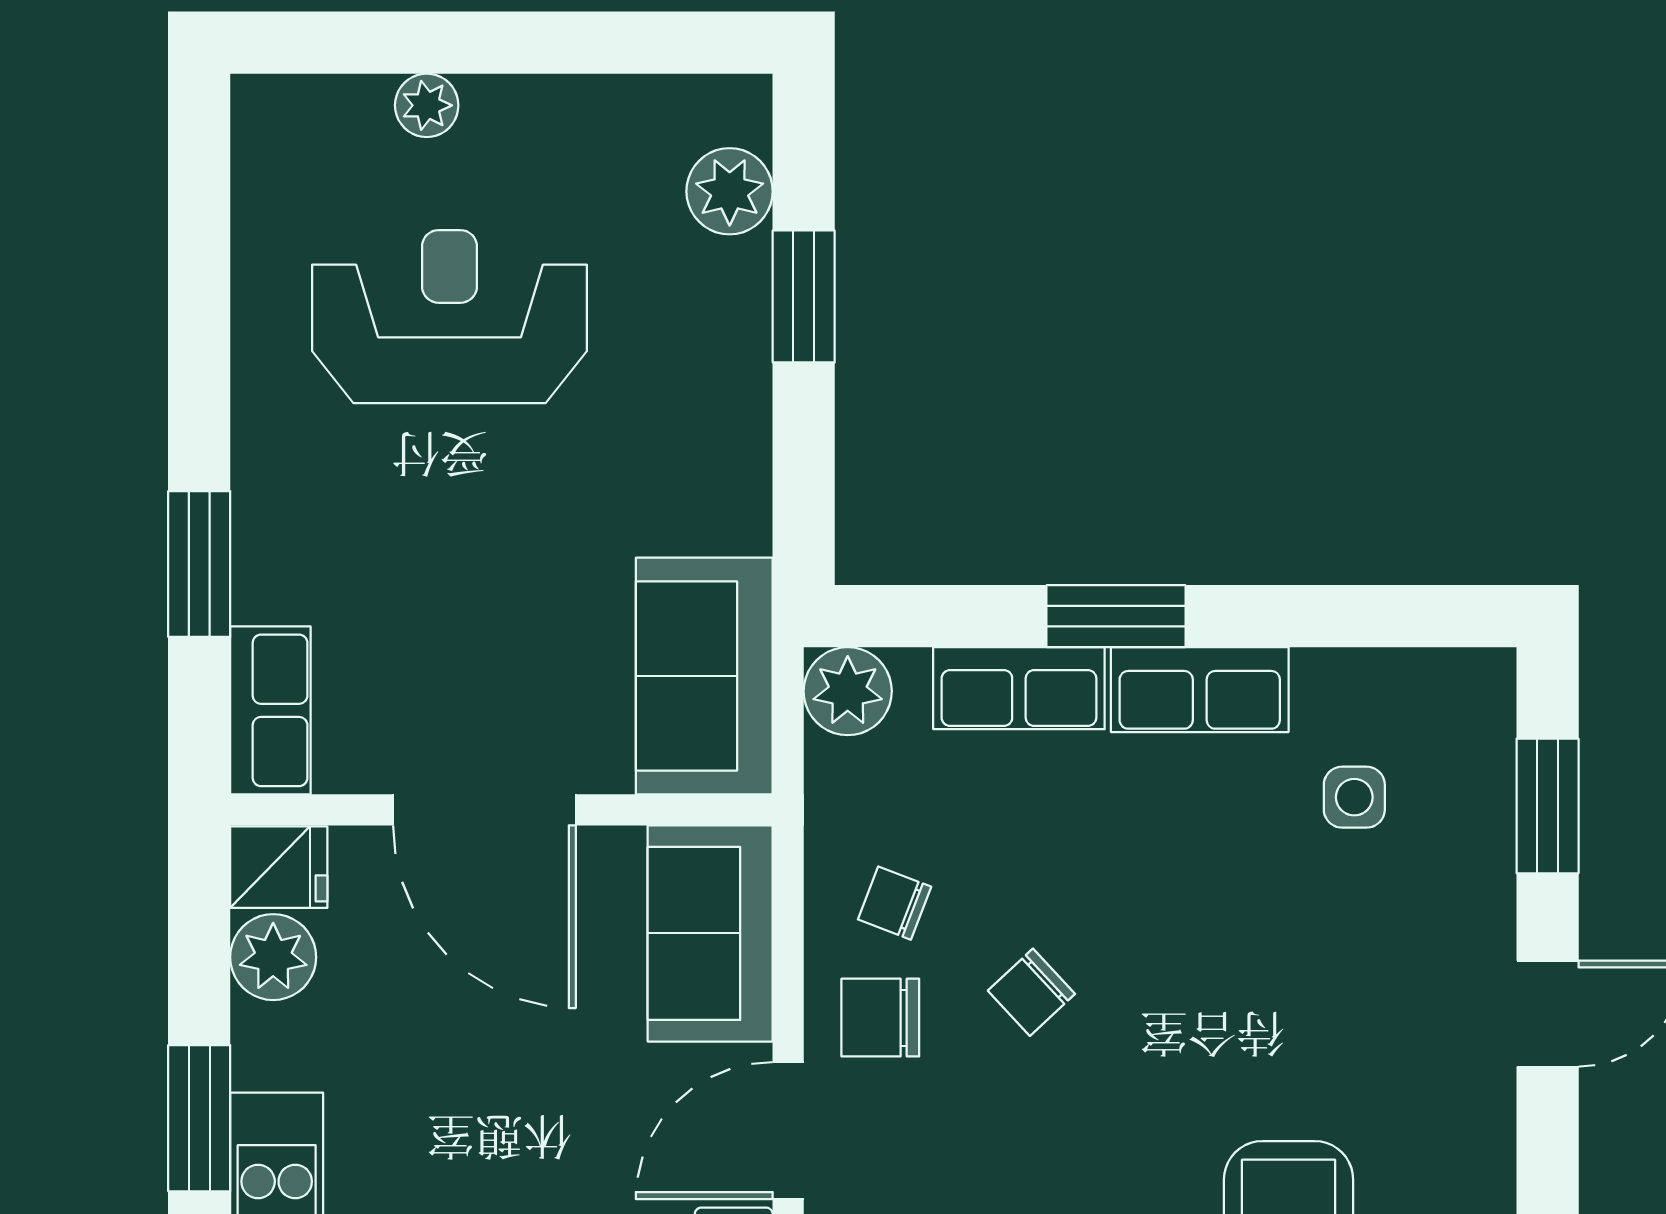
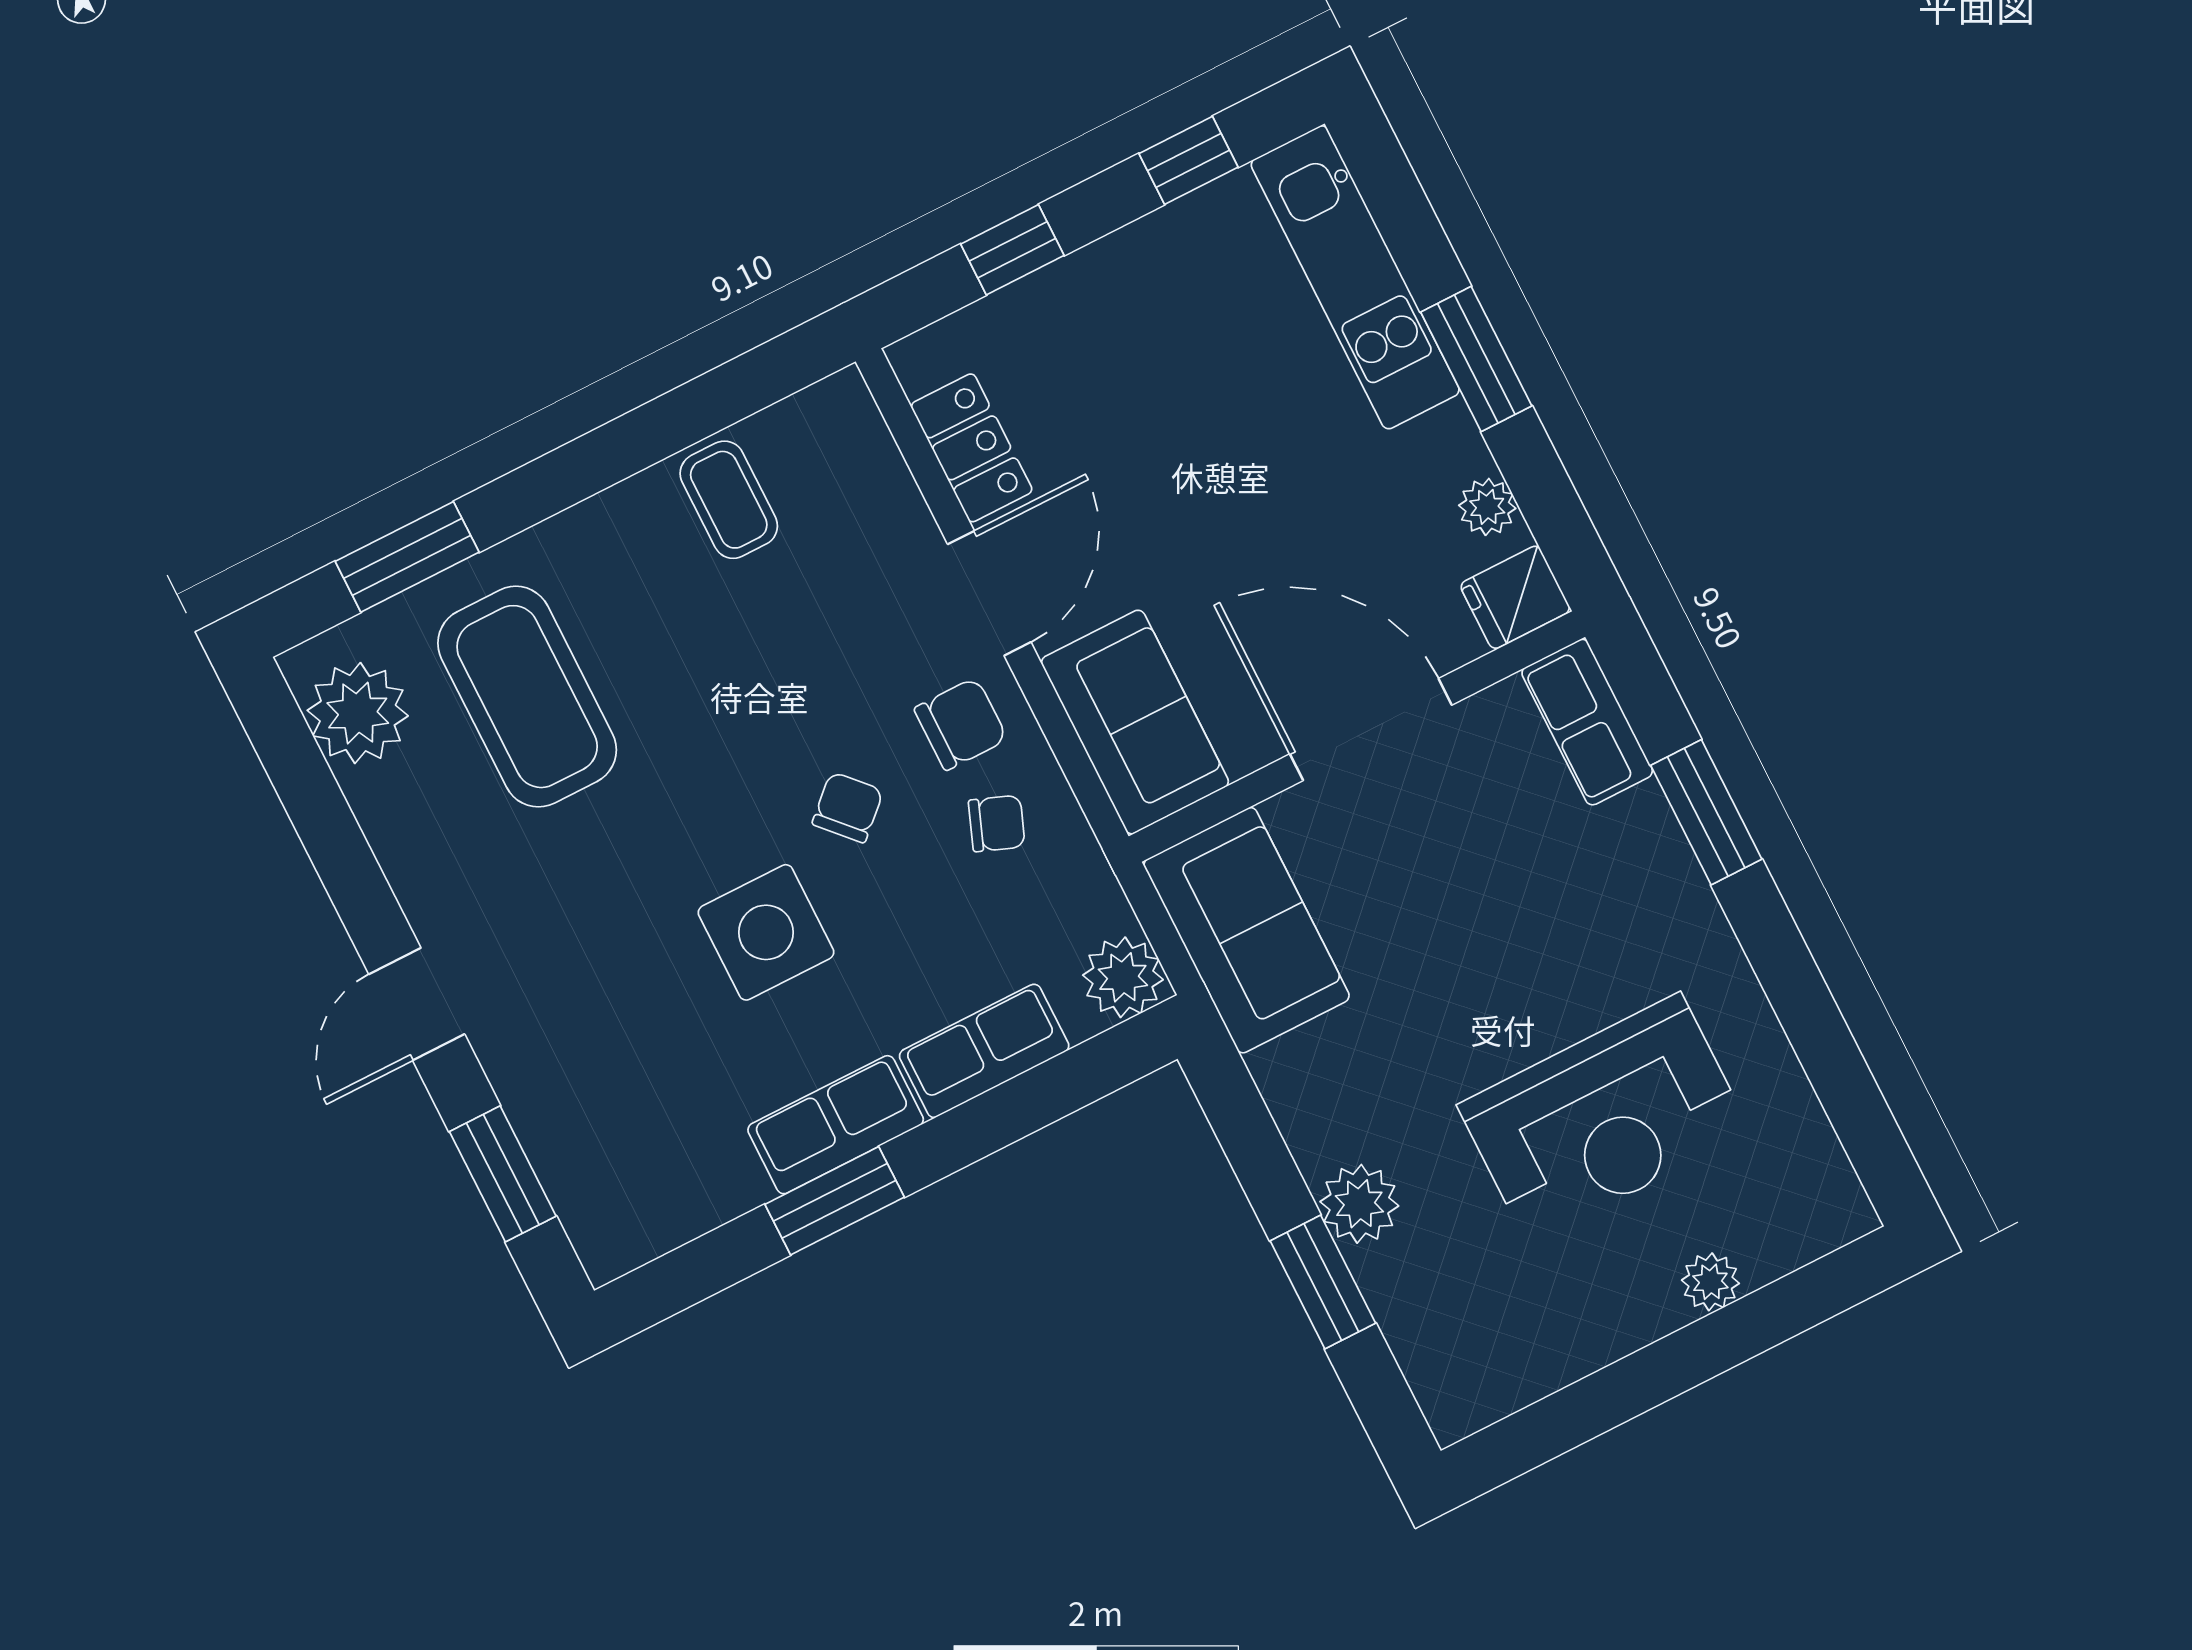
plant: (730, 191) -> (1359, 1204), moved
window: (1116, 616) -> (835, 1201), moved
side table: (1354, 797) -> (766, 932), moved, width x1.87, depth x1.87
plant: (273, 957) -> (1487, 507), width x0.73, depth x0.73

